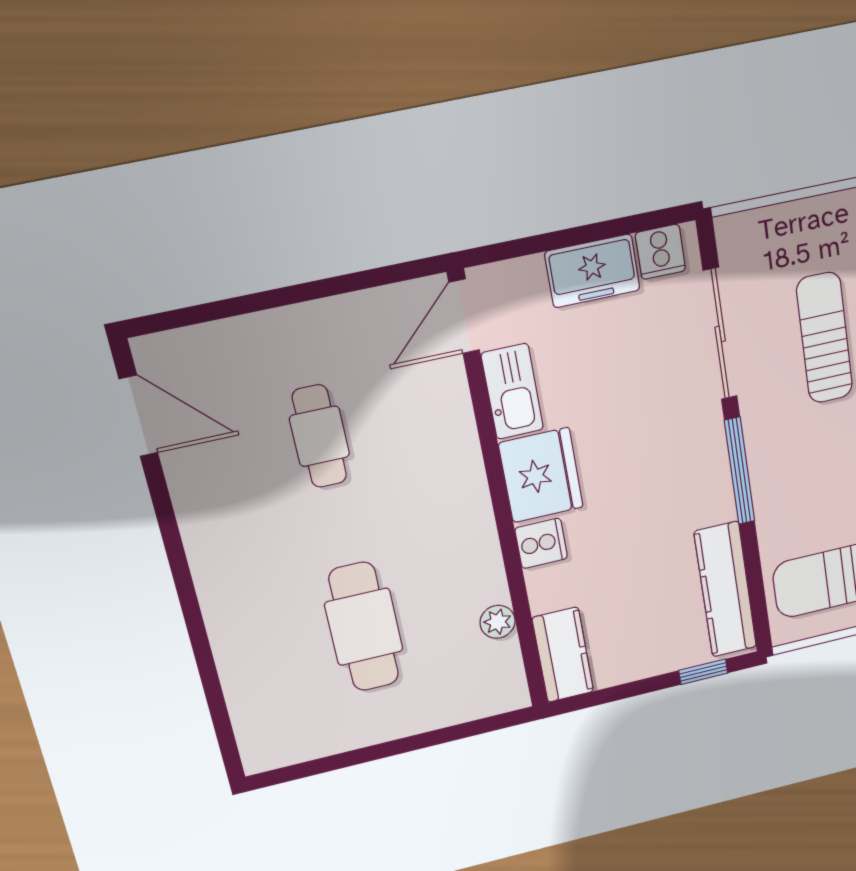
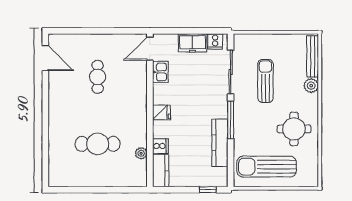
kitchen sink: (512, 391) -> (160, 72), width x0.73
fridge: (541, 475) -> (162, 112), width x0.53, depth x0.75
cooker: (541, 543) -> (160, 146), moved
kitchen counter: (725, 590) -> (220, 143), moved
cafe table: (364, 627) -> (98, 144), turned 90

